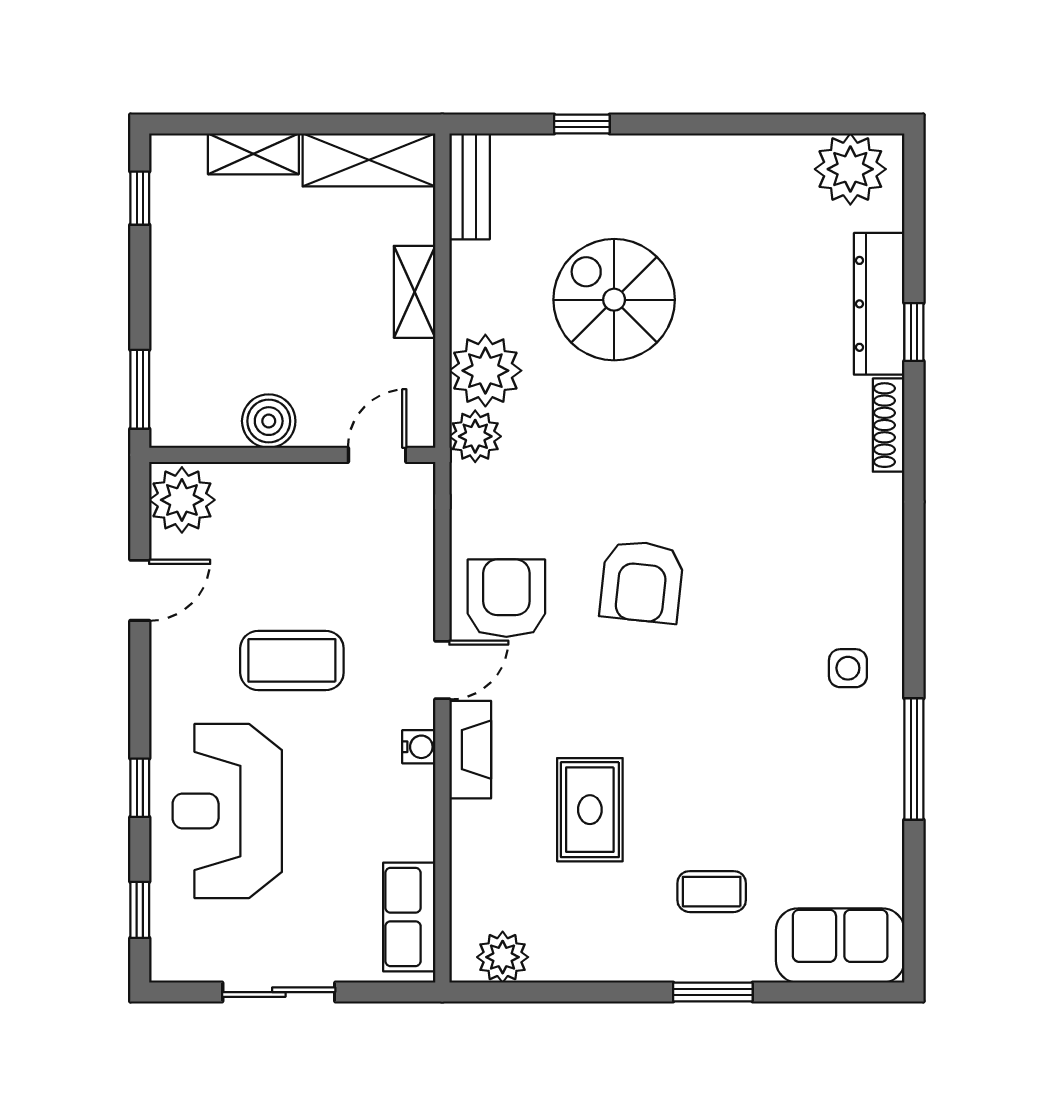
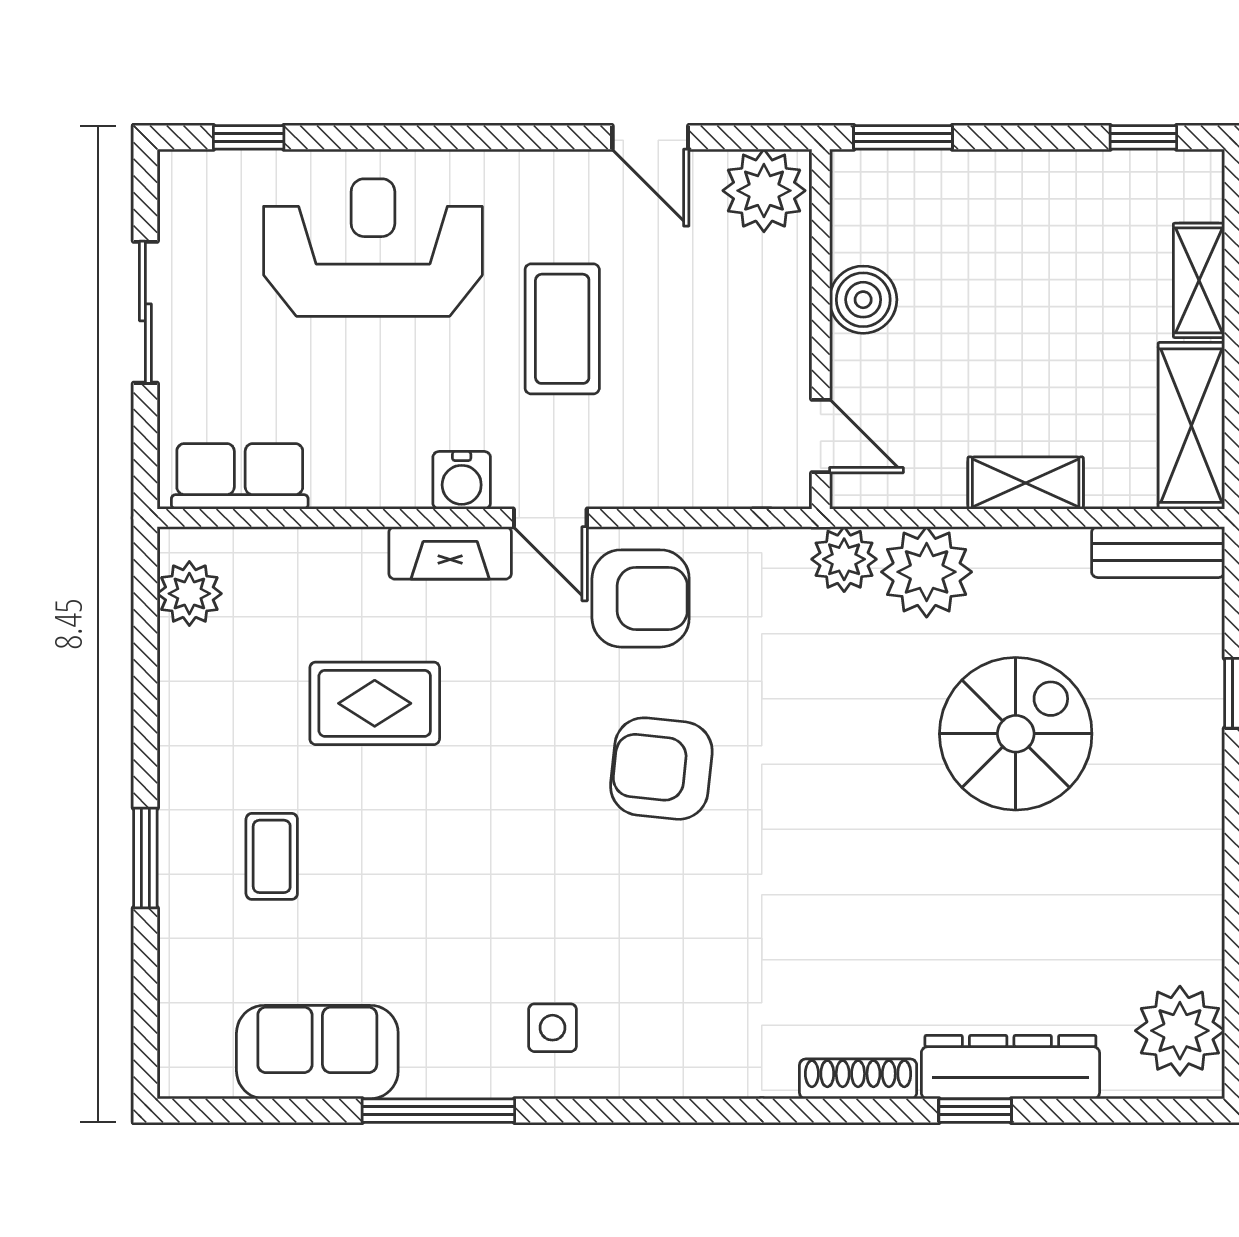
water cooler: (419, 747) -> (462, 480), width x1.38, depth x1.38
window: (140, 788) -> (402, 137), removed
sofa: (840, 946) -> (317, 1052), moved, turned -90

